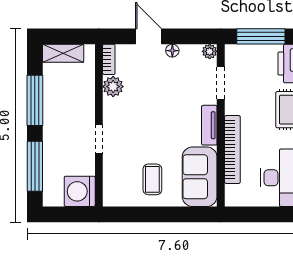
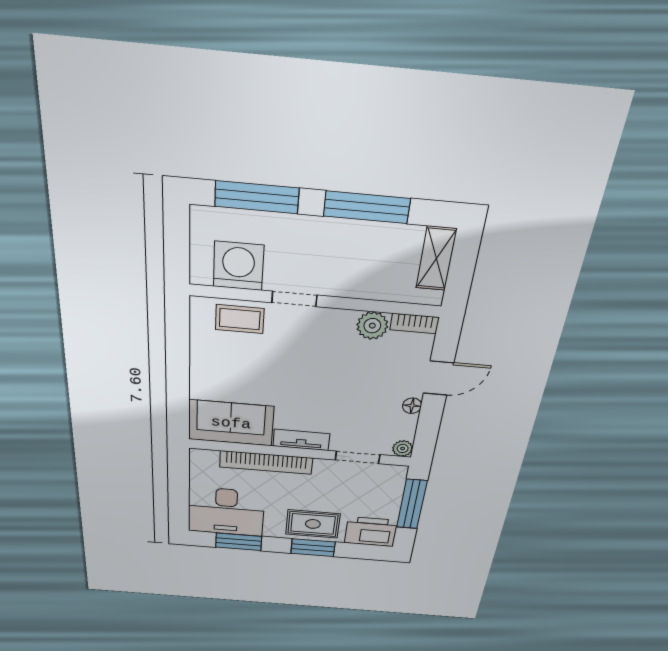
coffee table: (152, 179) -> (240, 319), moved
washing machine: (80, 191) -> (238, 266), moved

